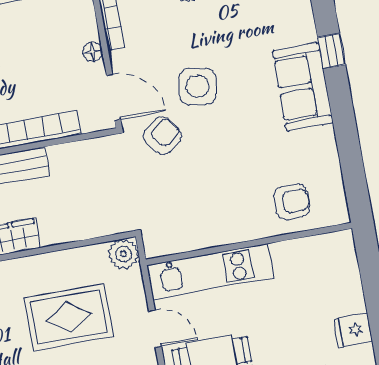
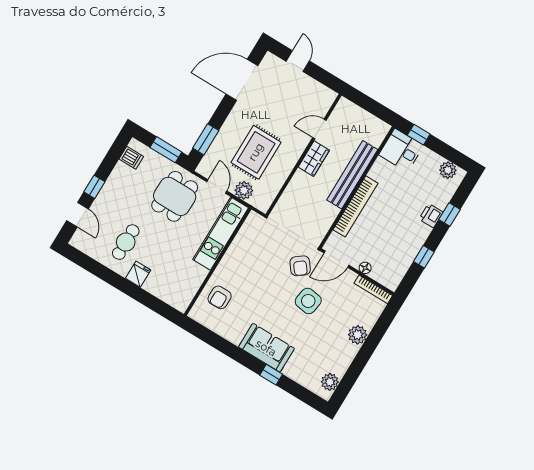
plant: (123, 254) -> (244, 190), moved
door: (155, 329) -> (217, 186), swing flipped

